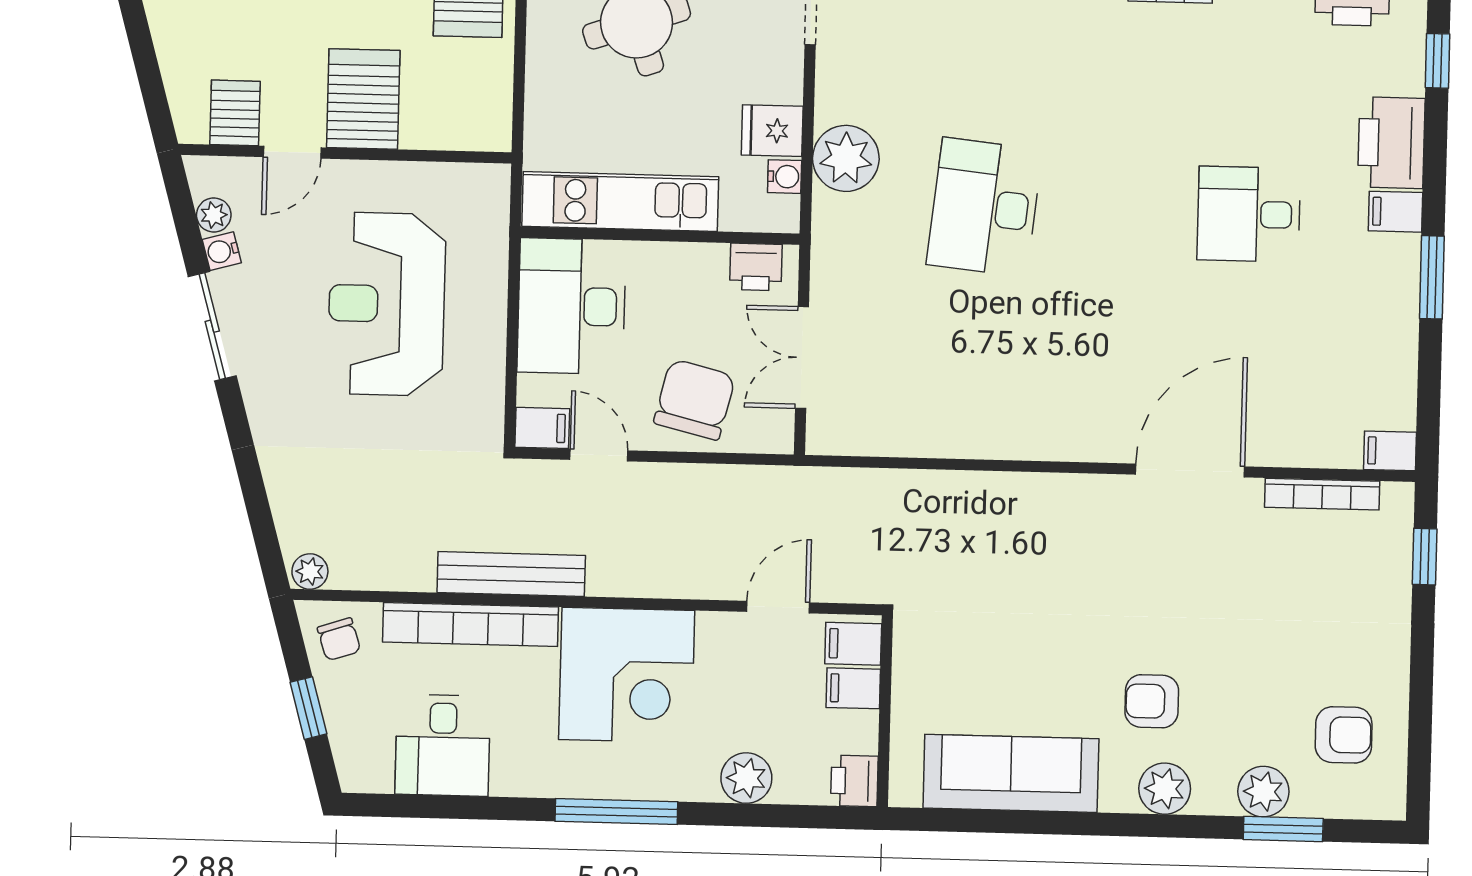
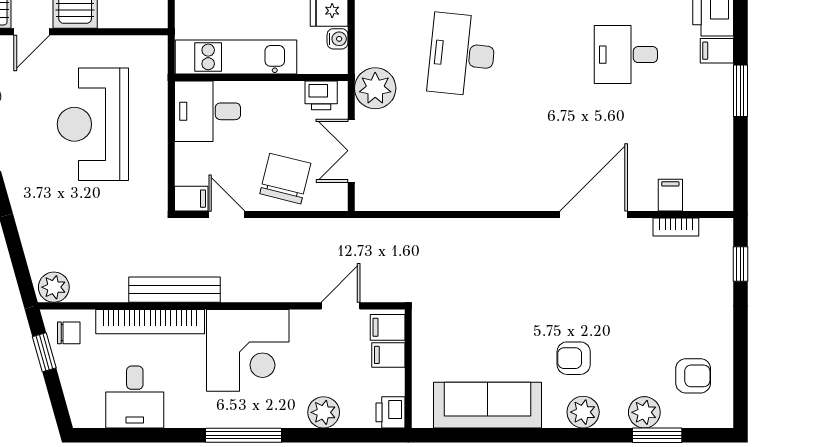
plant: (846, 158) -> (375, 88), moved
desk: (572, 306) -> (208, 111), width x0.73
filing cabinet: (1390, 451) -> (670, 195), moved, turned 90
bookcase: (1322, 494) -> (676, 227), width x0.64
plant: (310, 571) -> (54, 287), width x1.38, depth x1.38
chair: (339, 639) -> (69, 333), turned -72
window: (308, 708) -> (44, 352), moved

